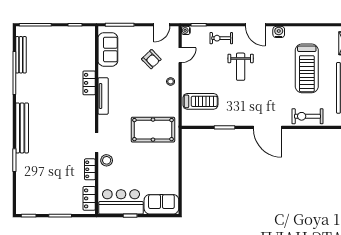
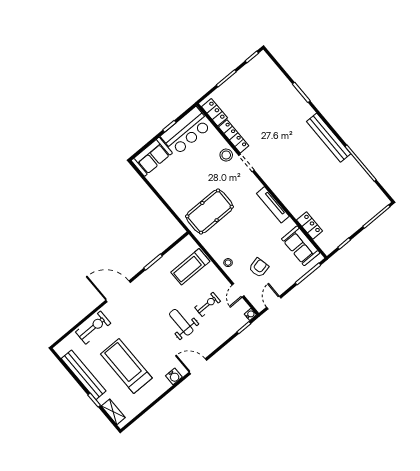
exercise bike: (221, 38) -> (208, 304), moved
bench: (21, 55) -> (368, 182), removed
armchair: (151, 59) -> (259, 268), turned 122
locker: (89, 83) -> (310, 226), moved
bench: (22, 128) -> (329, 138), moved
locker: (90, 169) -> (234, 136), width x1.53

